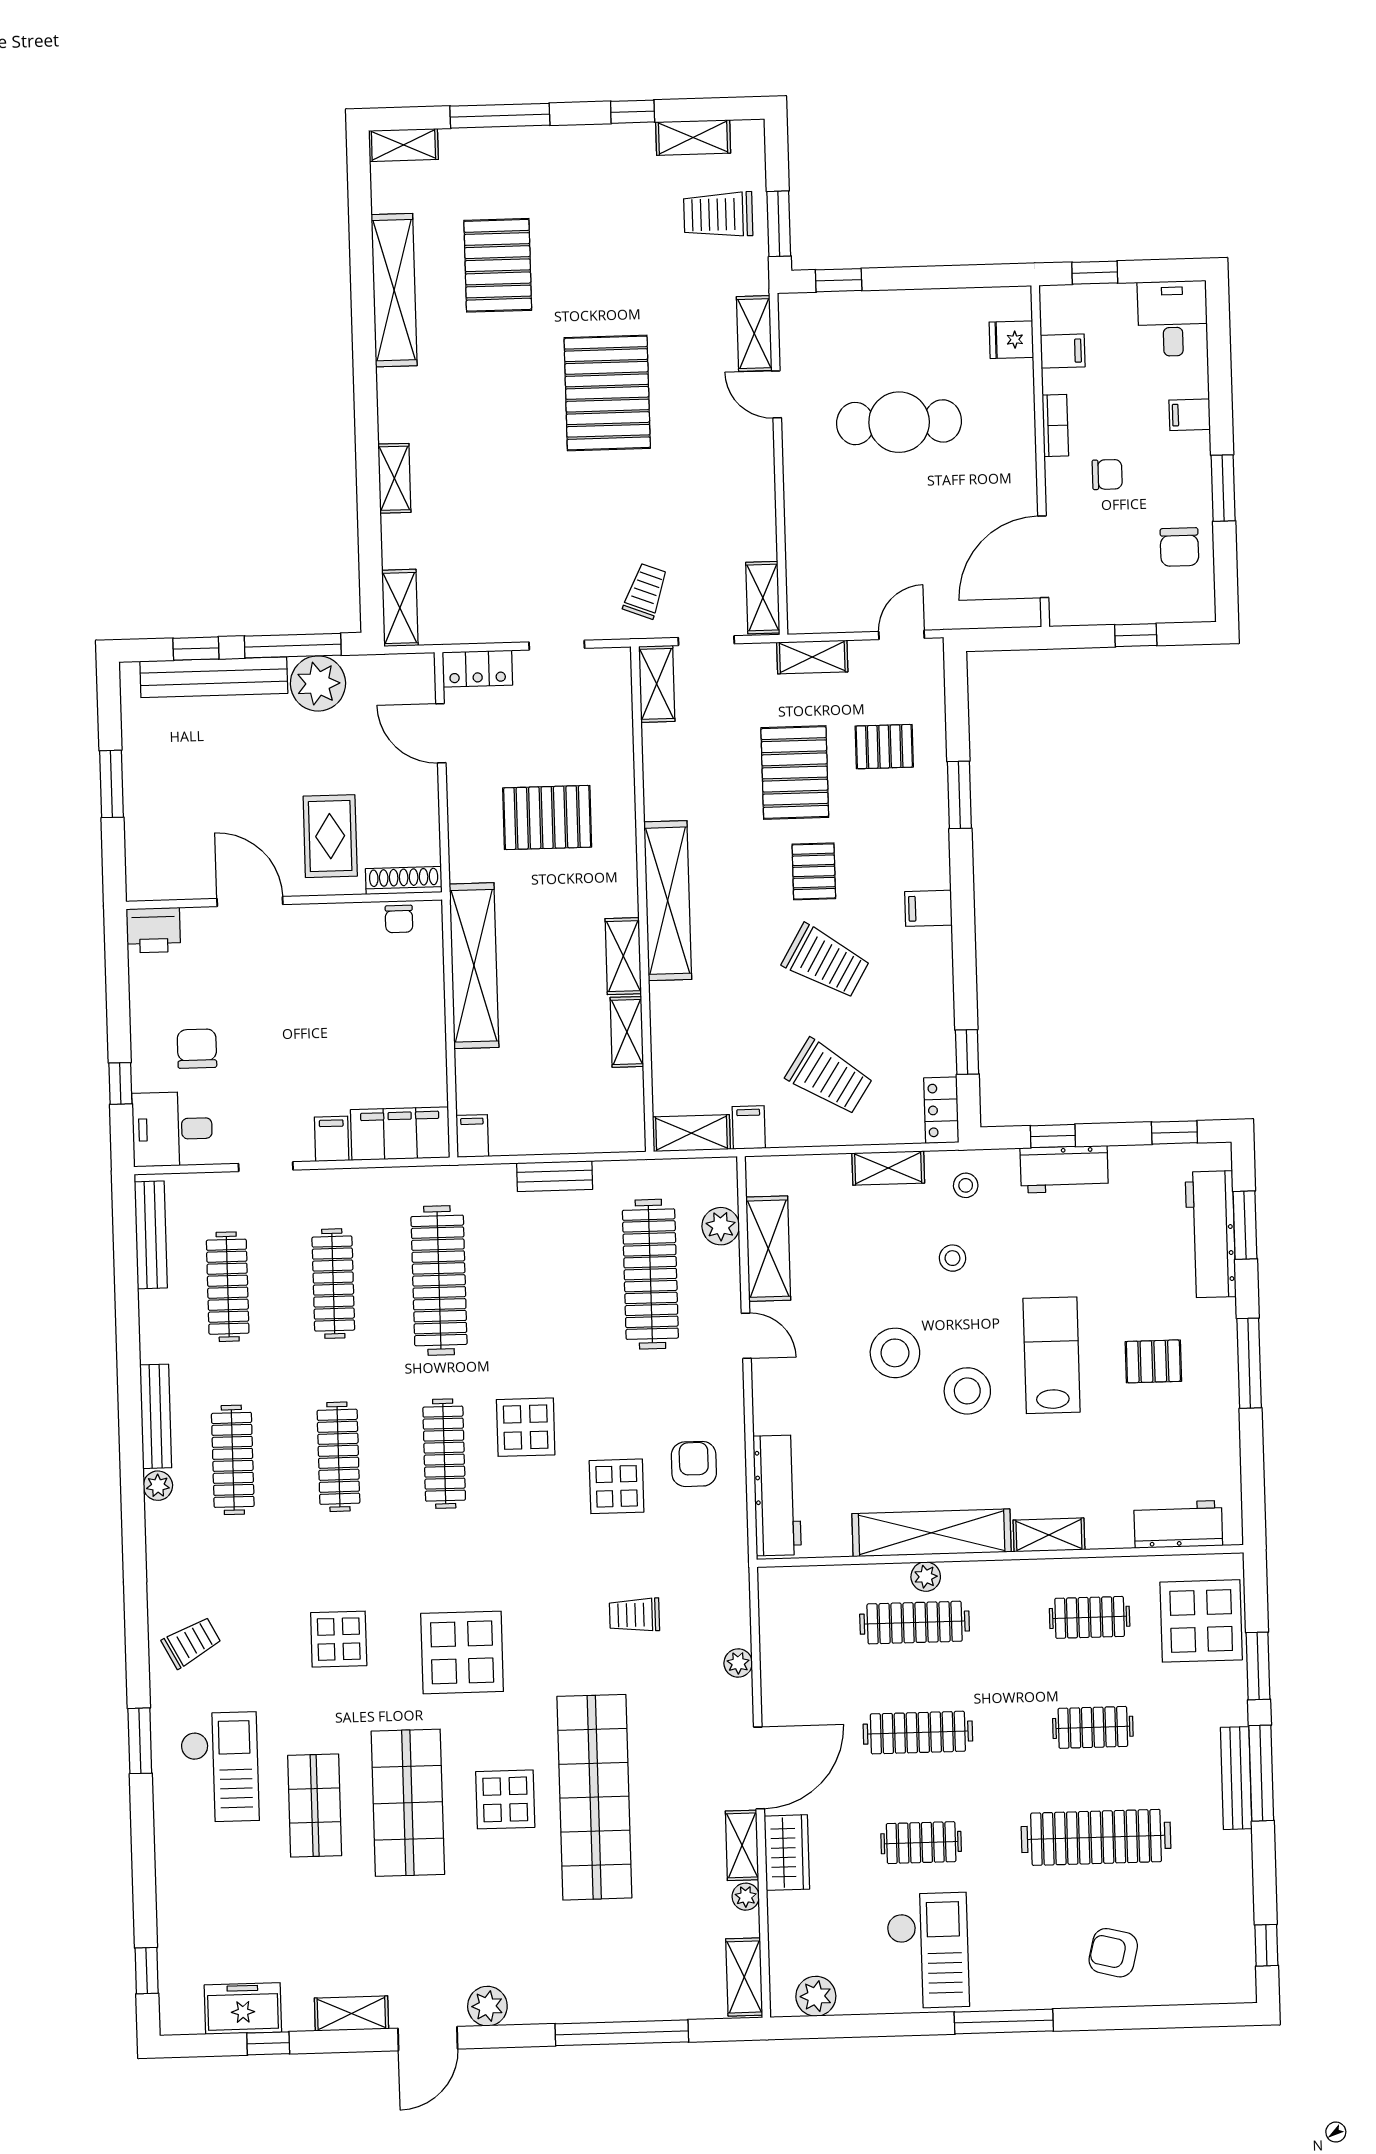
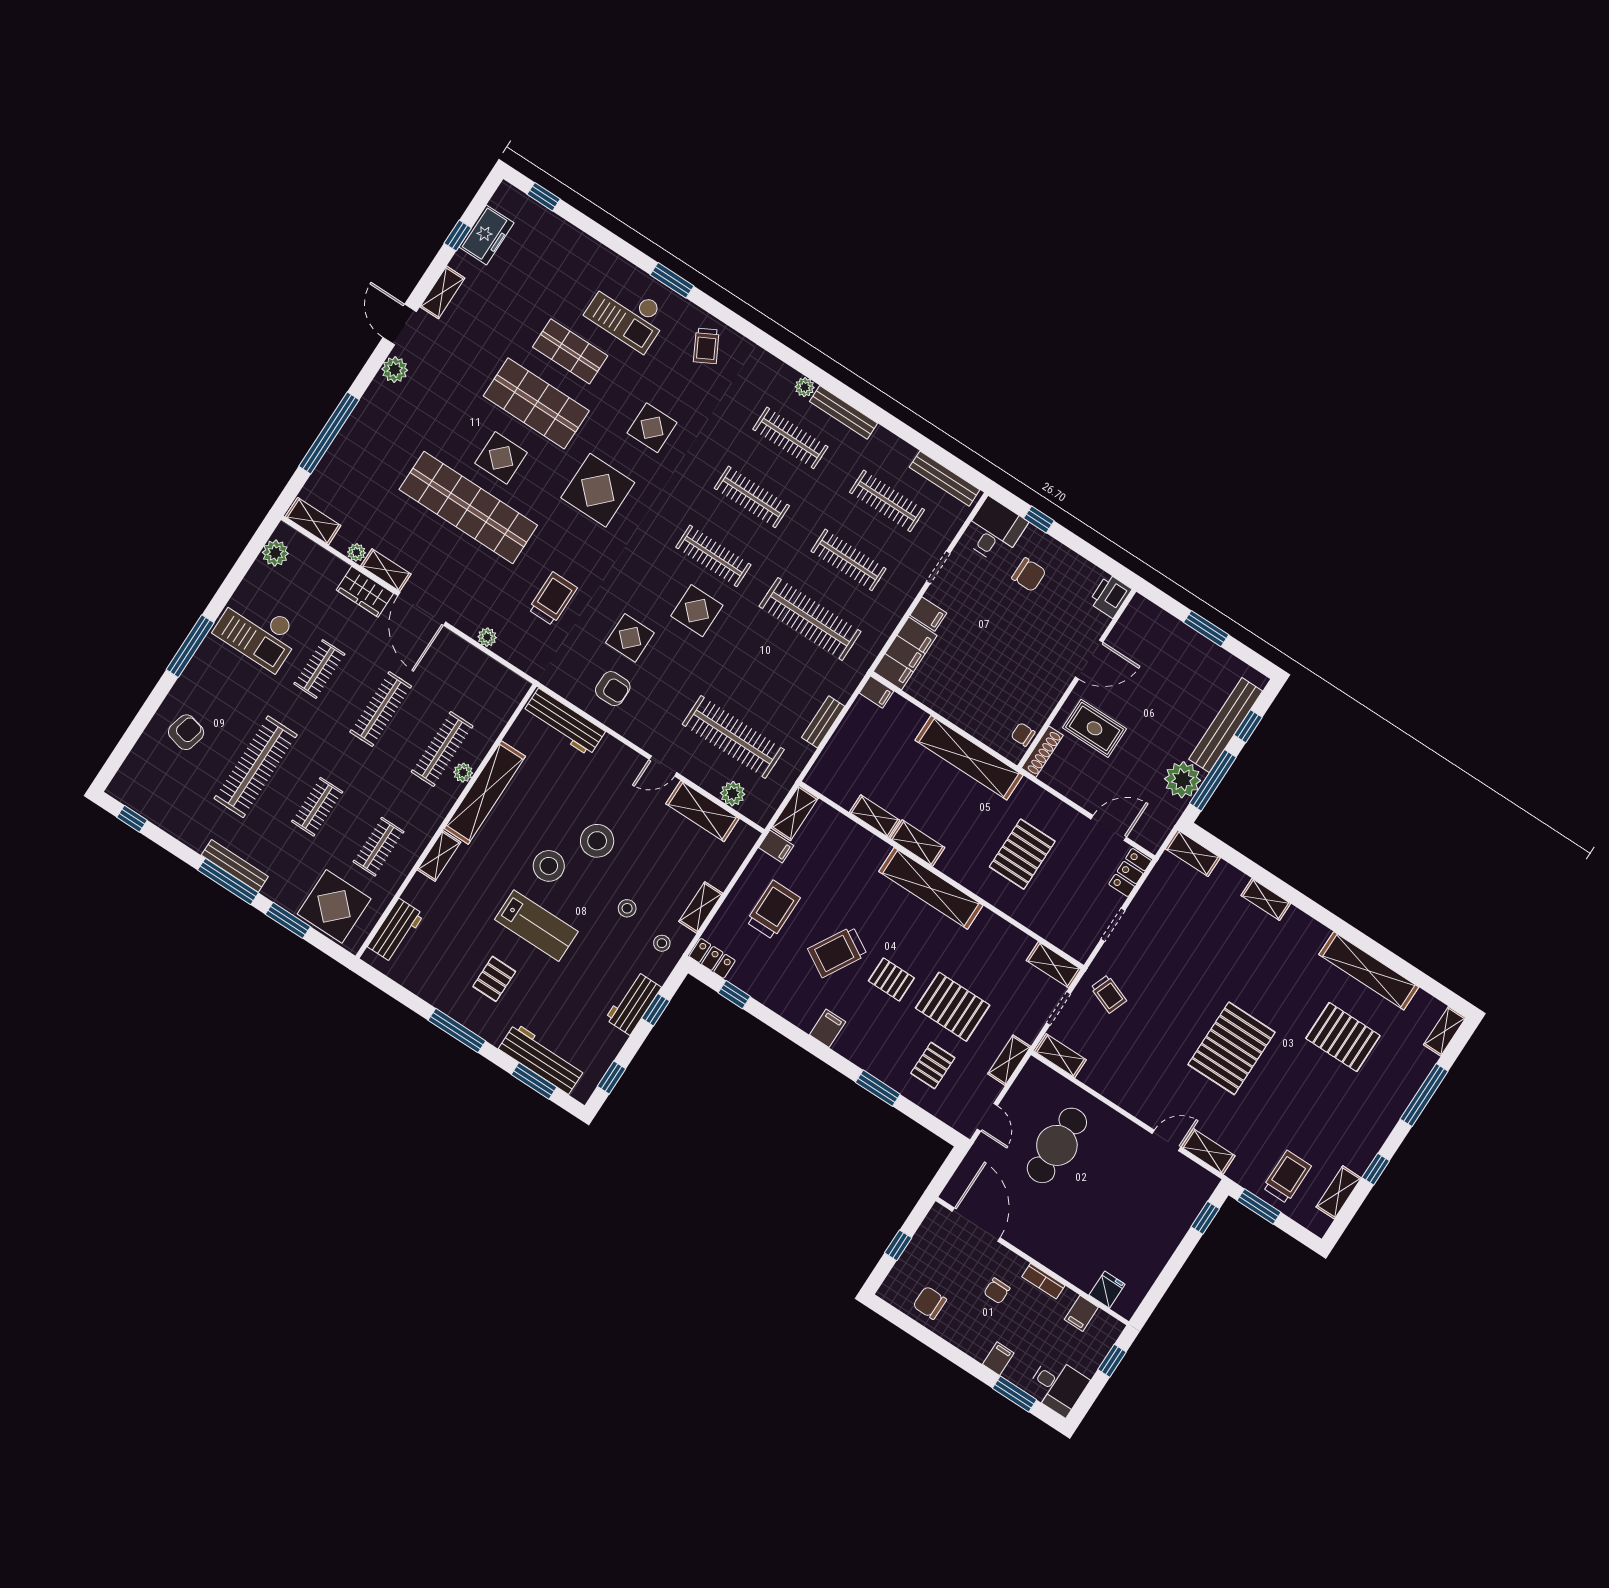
pallet: (607, 393) -> (1232, 1048), turned 90
cafe table: (899, 422) -> (1057, 1145), moved
window: (1223, 488) -> (1014, 1394), moved
trolley: (829, 1077) -> (773, 910), turned 147
trolley: (634, 1615) -> (553, 599), width x1.36, depth x1.39

